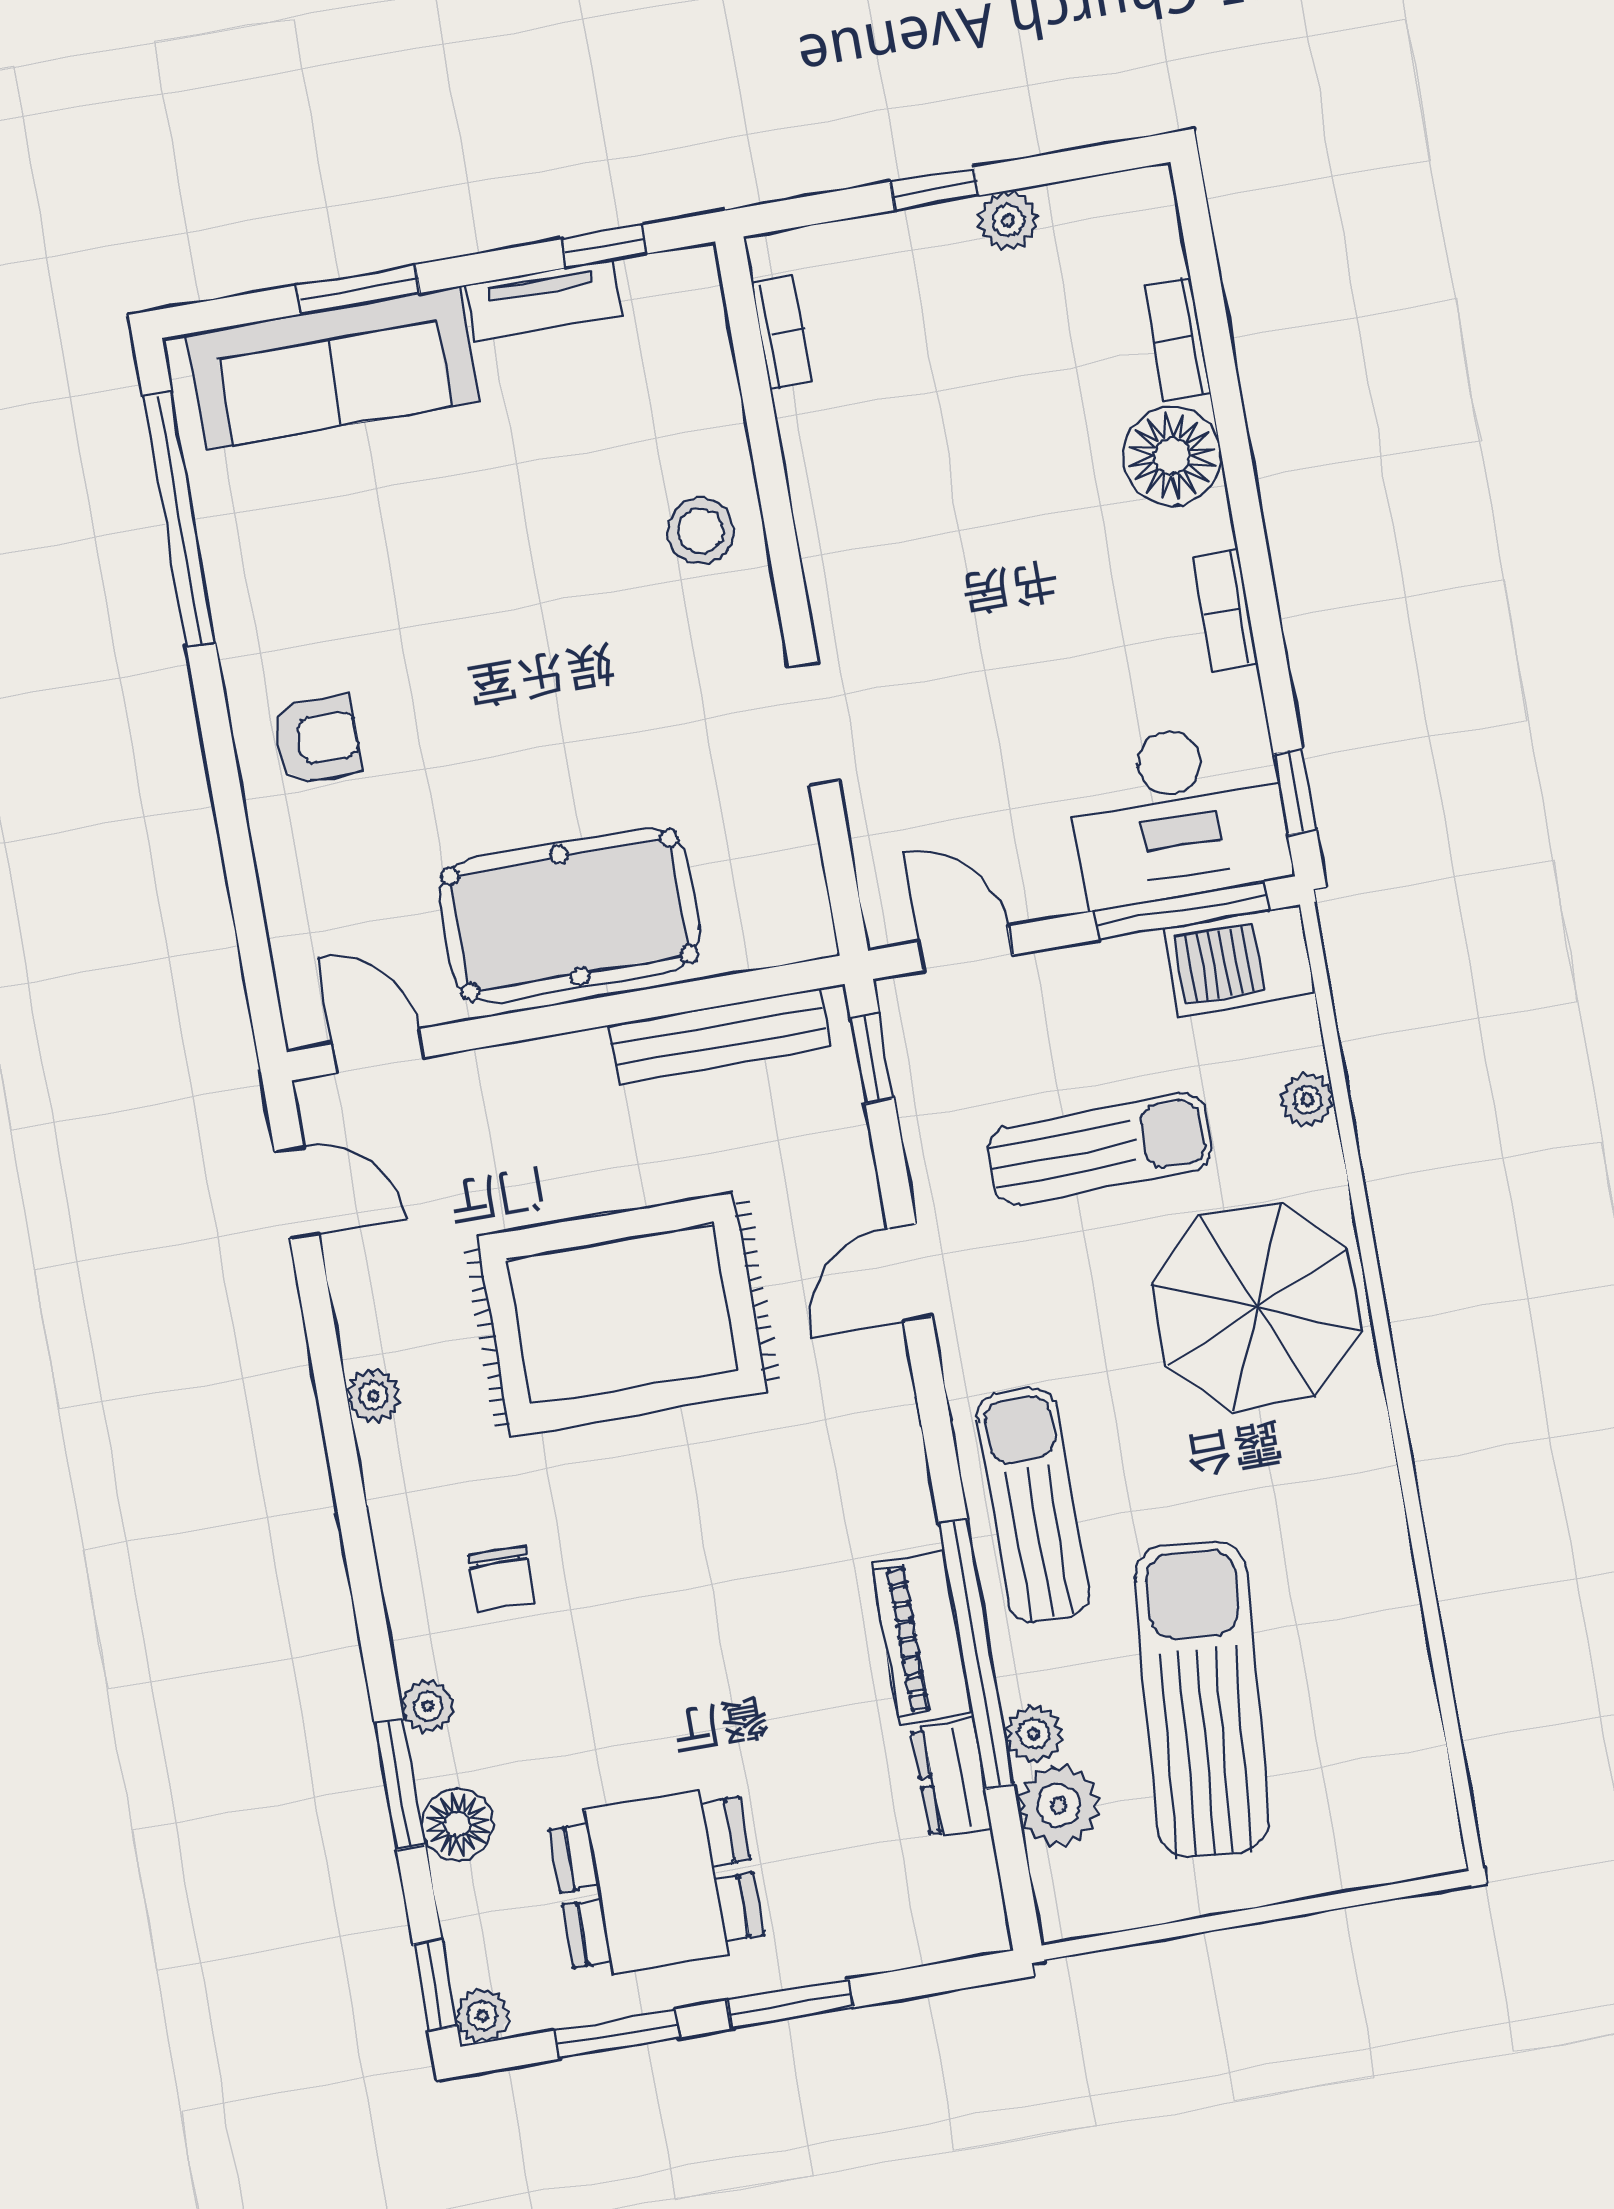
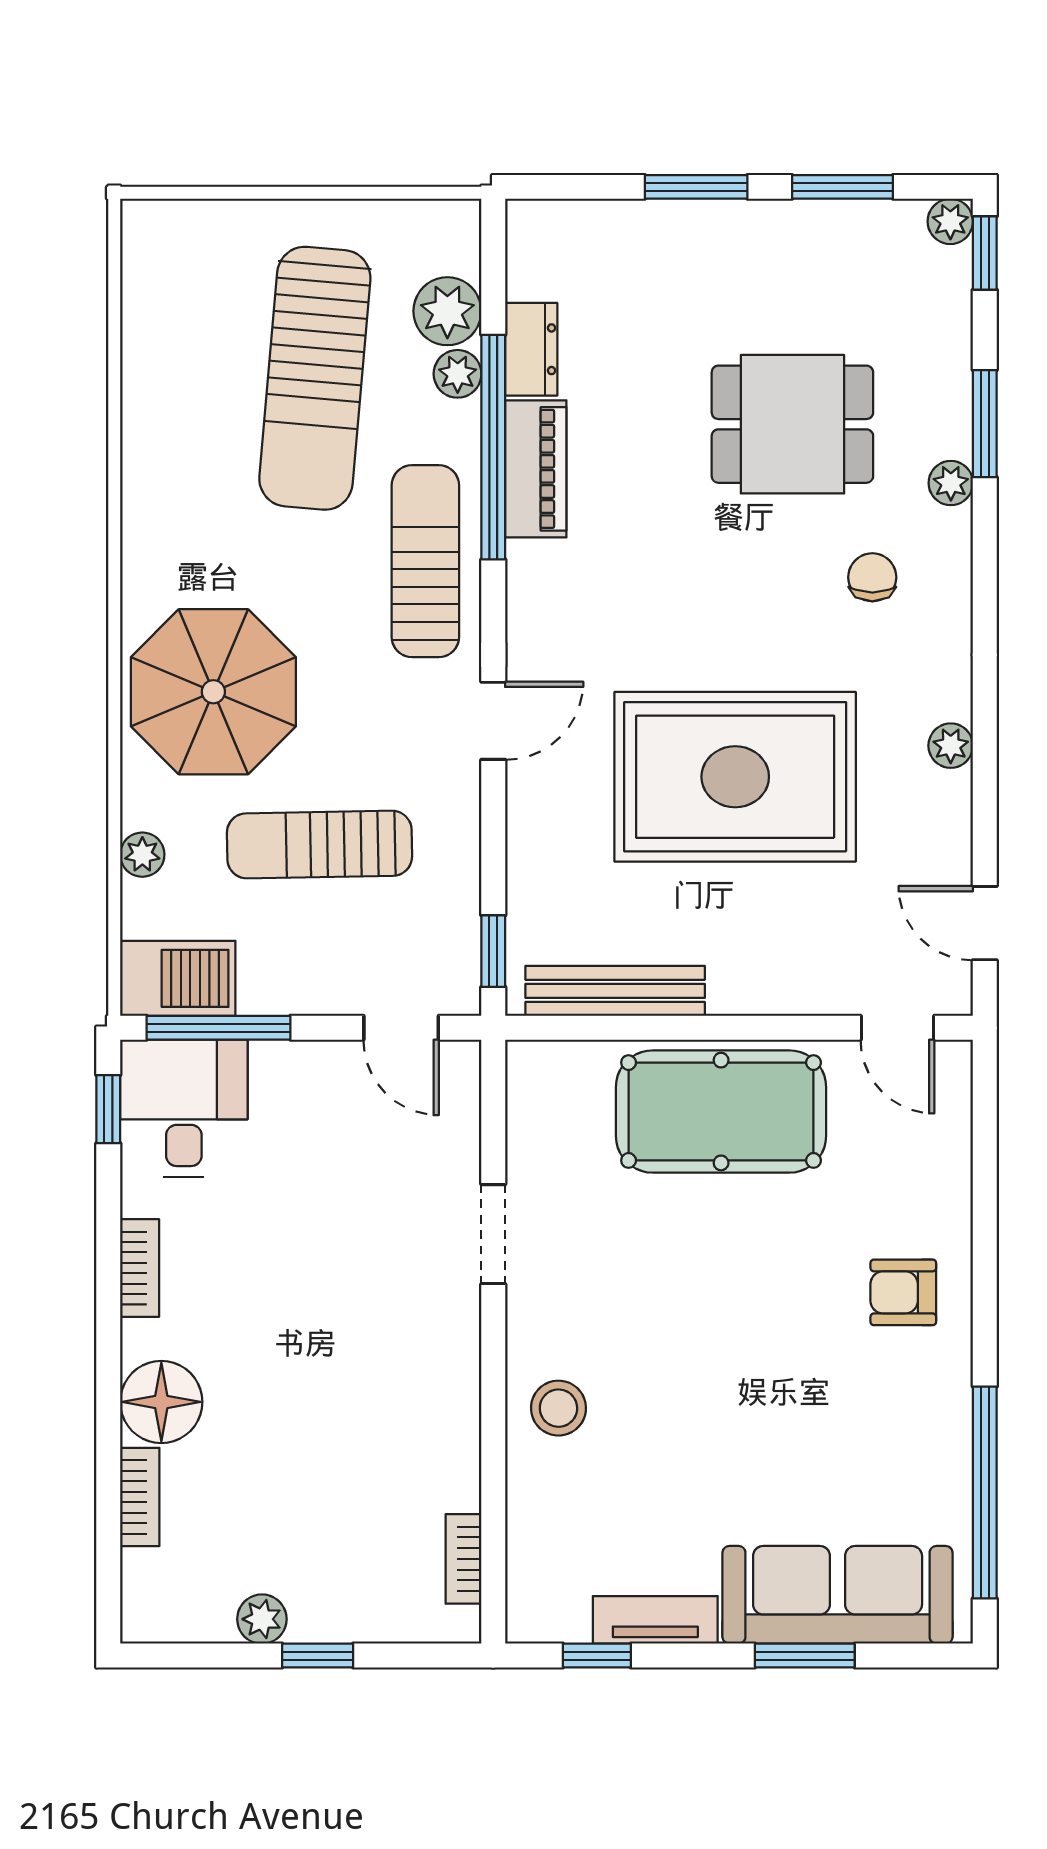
desk: (1178, 813) -> (184, 1108), width x0.73
door: (910, 1272) -> (493, 721), moved
sun lounger: (1033, 1505) -> (425, 561), turned 180
floor lamp: (457, 1825) -> (943, 382), removed
dining table: (657, 1882) -> (792, 424), moved

